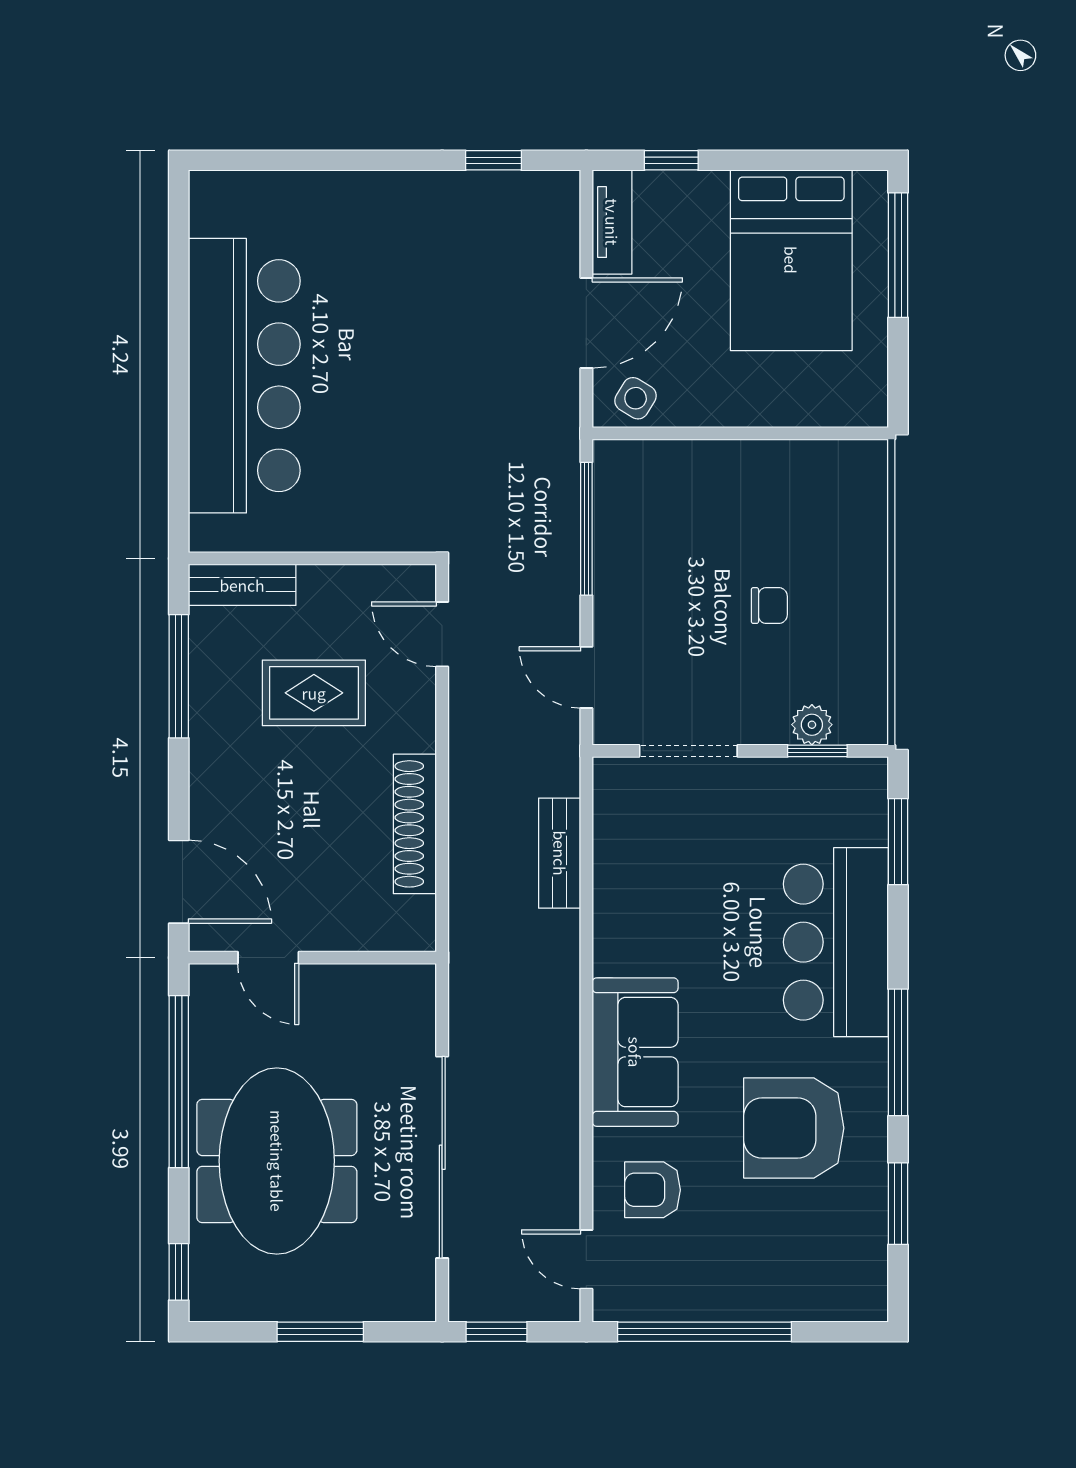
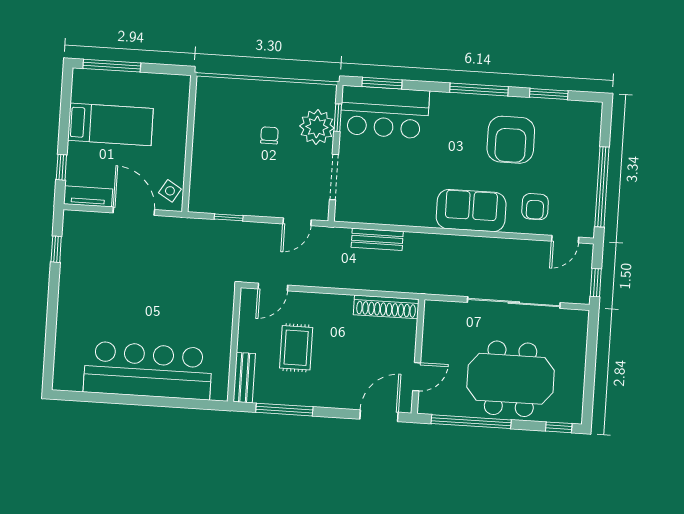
bed: (791, 260) -> (110, 124), width x0.67
window: (586, 529) -> (229, 217), width x0.46
plant: (812, 725) -> (317, 127), width x1.87, depth x1.87
shoe rack: (415, 824) -> (386, 307), moved
bar counter: (836, 942) -> (385, 112), moved
window: (320, 1332) -> (590, 364), removed

